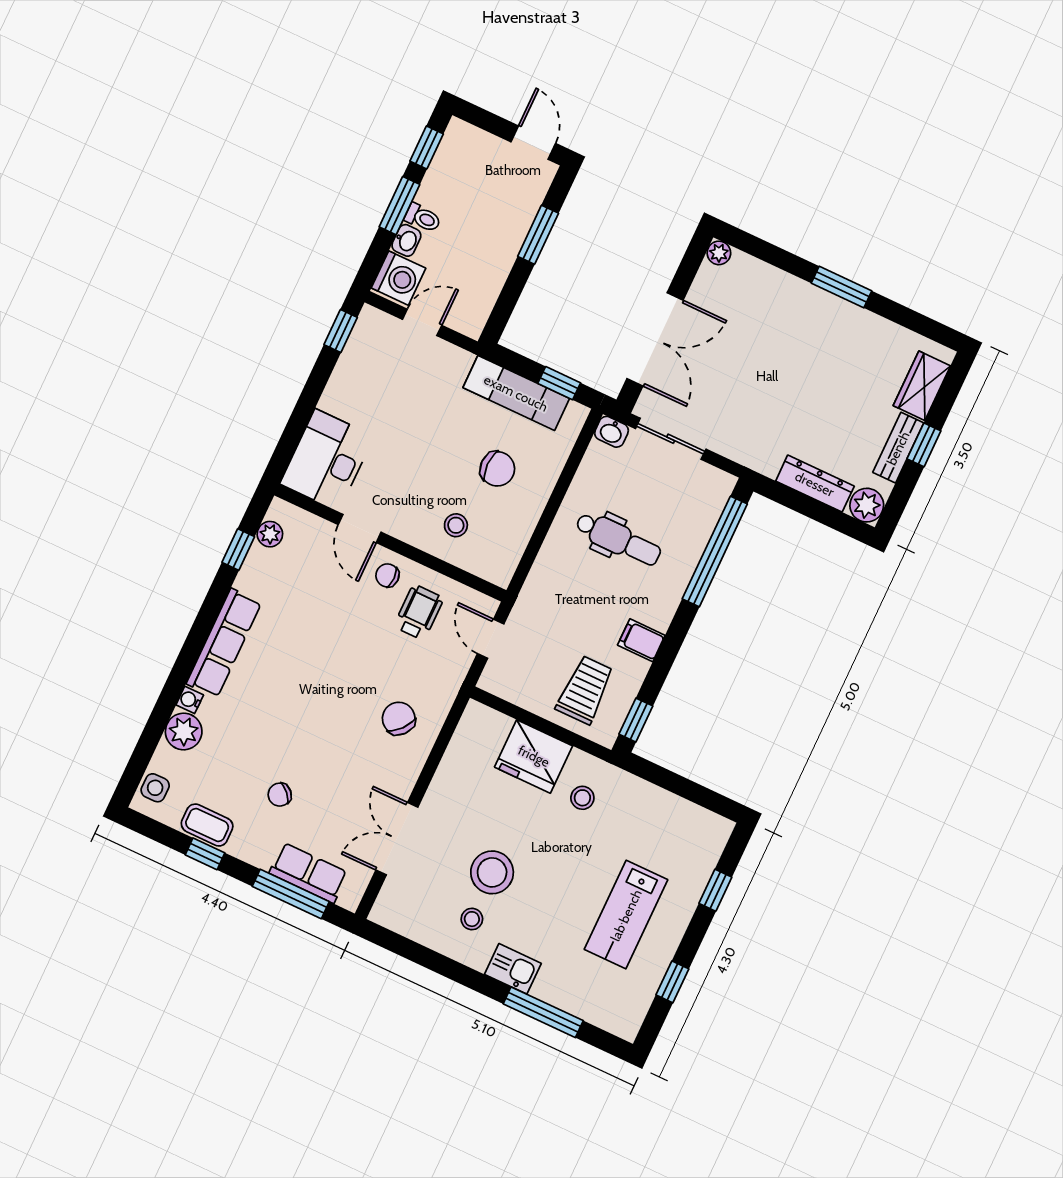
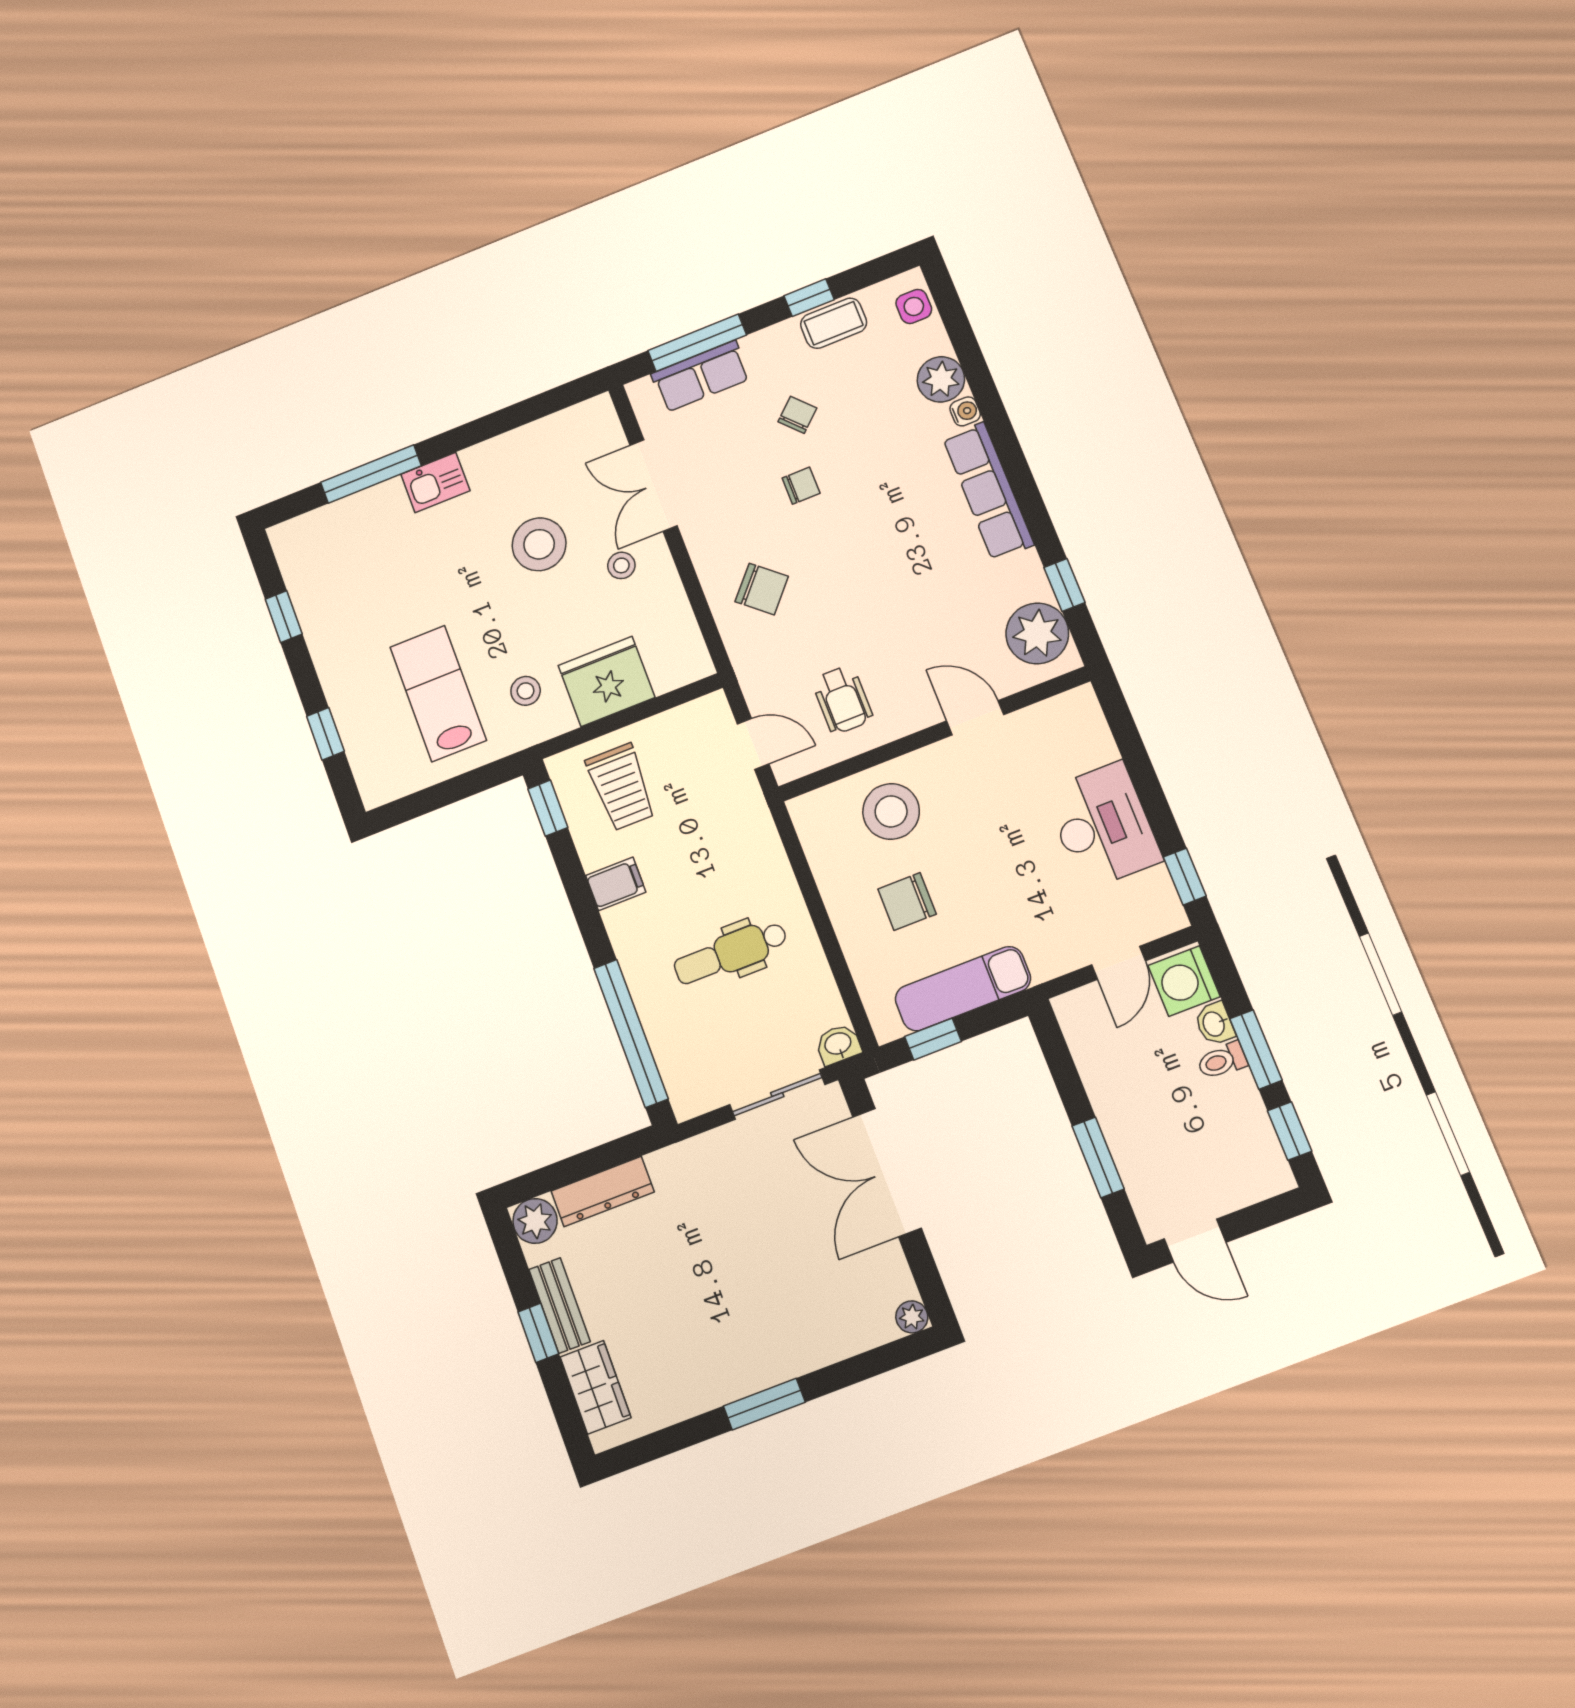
desk: (327, 460) -> (1103, 826), moved
stool: (456, 525) -> (891, 811), width x1.89, depth x1.89
plant: (270, 534) -> (1037, 633), width x1.87, depth x1.87
chair: (387, 575) -> (801, 486), moved
double door: (397, 839) -> (653, 486), swing flipped
lab bench: (626, 915) -> (438, 694), moved
stool: (472, 919) -> (621, 565), moved

